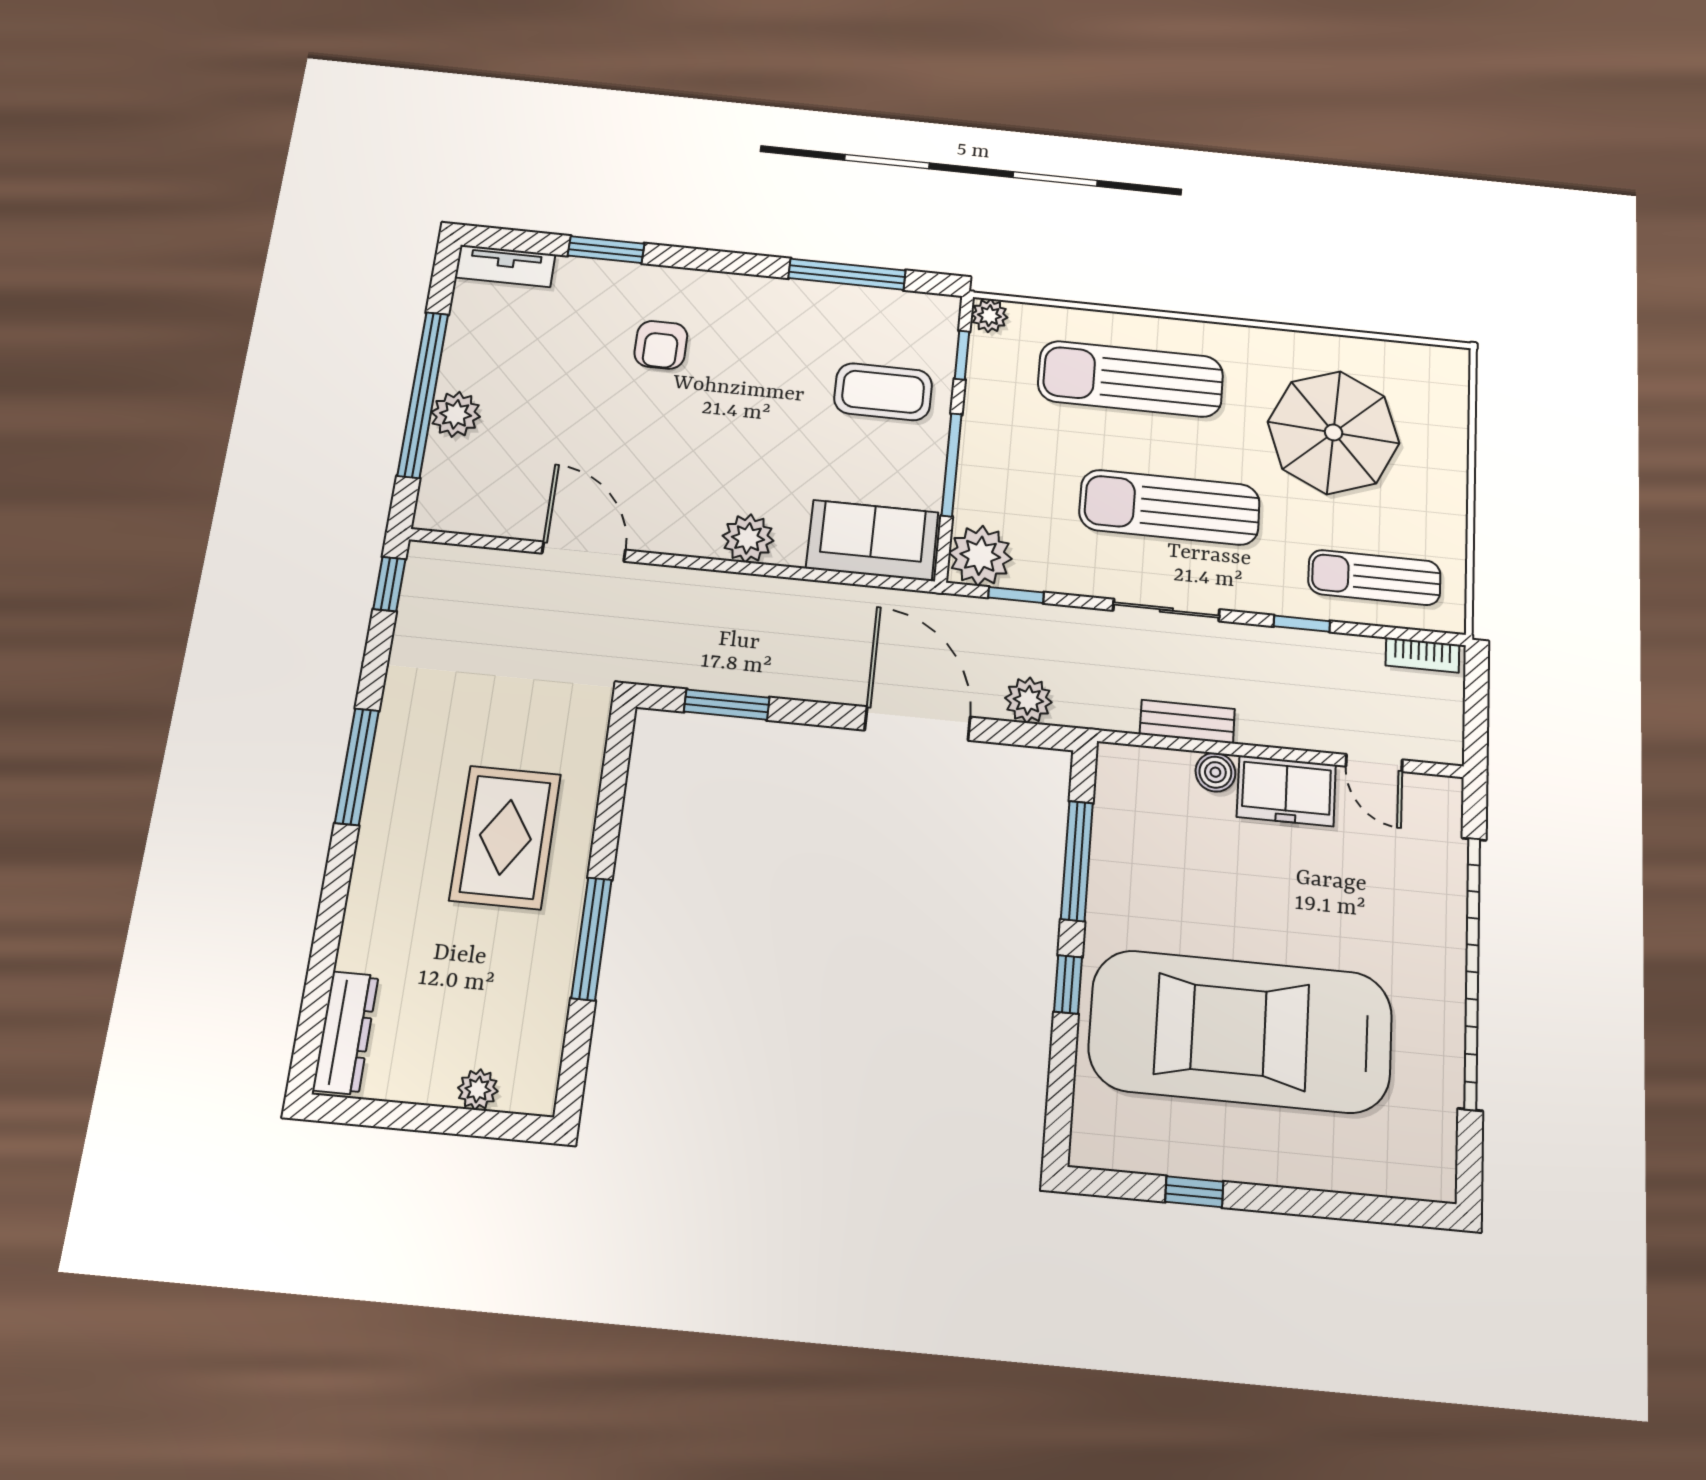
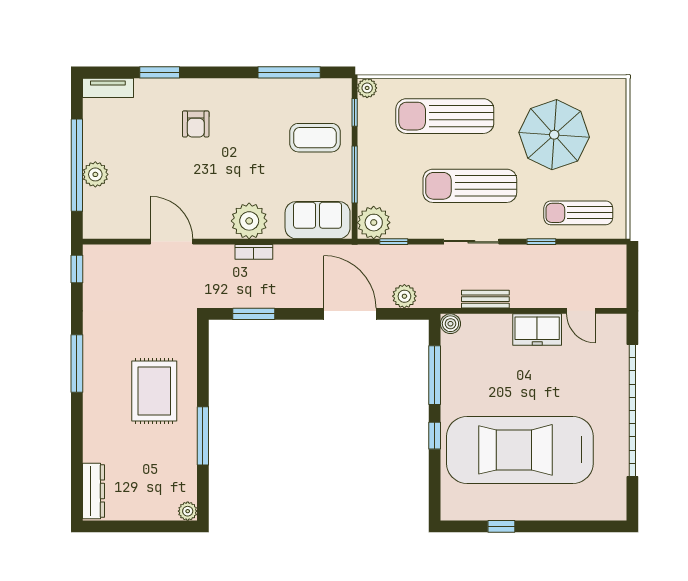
plant: (748, 538) -> (249, 221), width x1.36, depth x1.36
bookcase: (1422, 655) -> (254, 252), moved
boiler: (1215, 772) -> (450, 324), moved
plant: (478, 1089) -> (188, 511), moved

